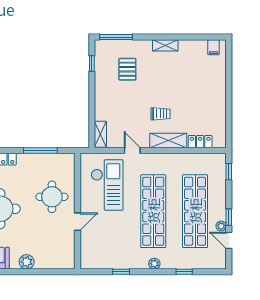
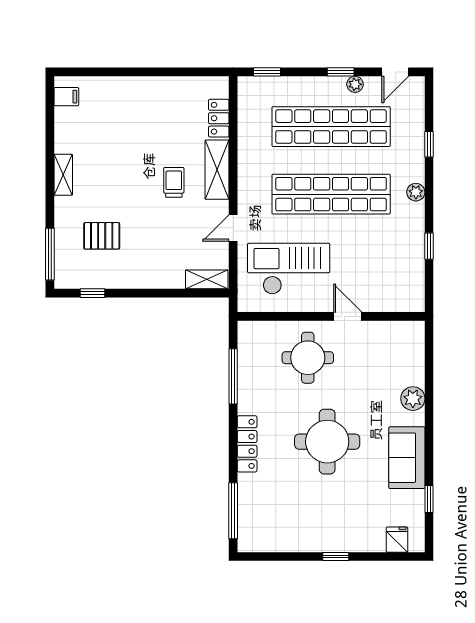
door: (229, 240) -> (395, 72), moved

